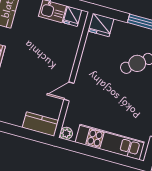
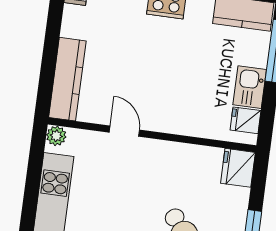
kitchen counter: (40, 124) -> (67, 79), width x1.50

